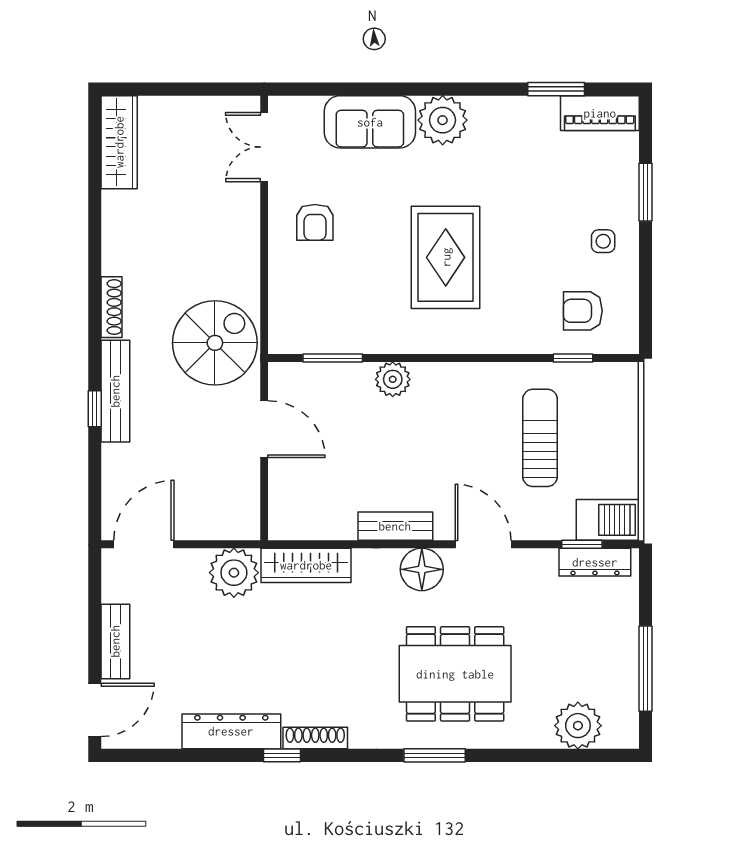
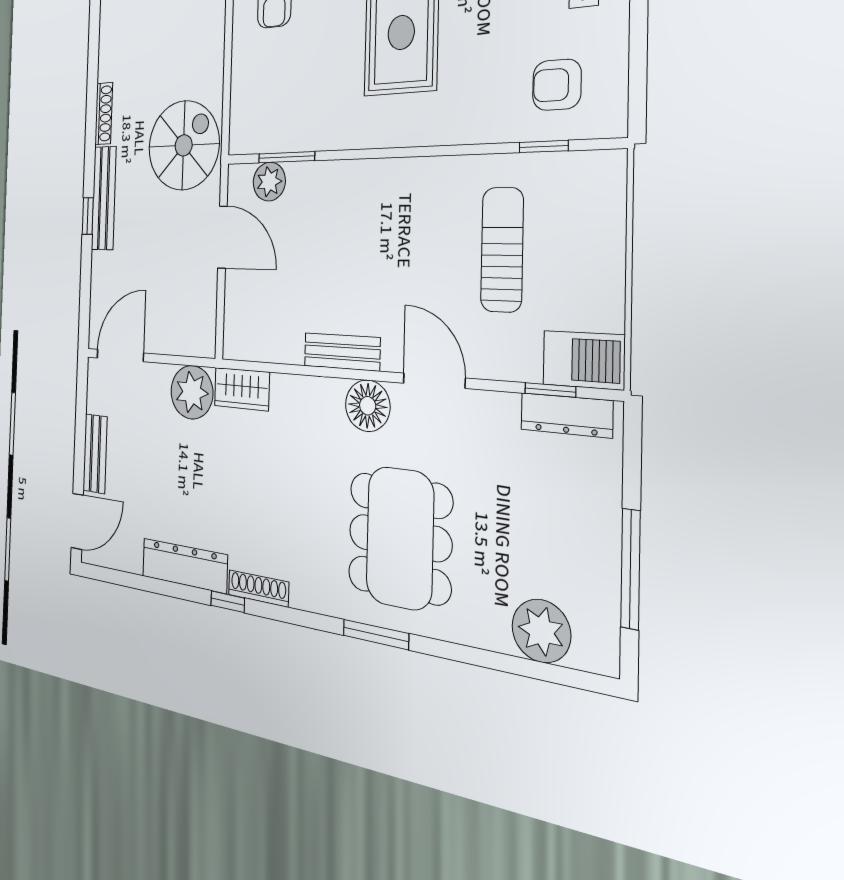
plant: (393, 379) -> (269, 182), moved
wardrobe: (306, 565) -> (242, 389), width x0.67
dining table: (455, 674) -> (400, 538), turned 90

